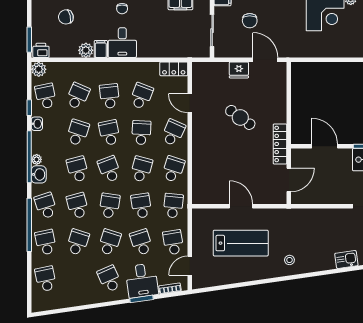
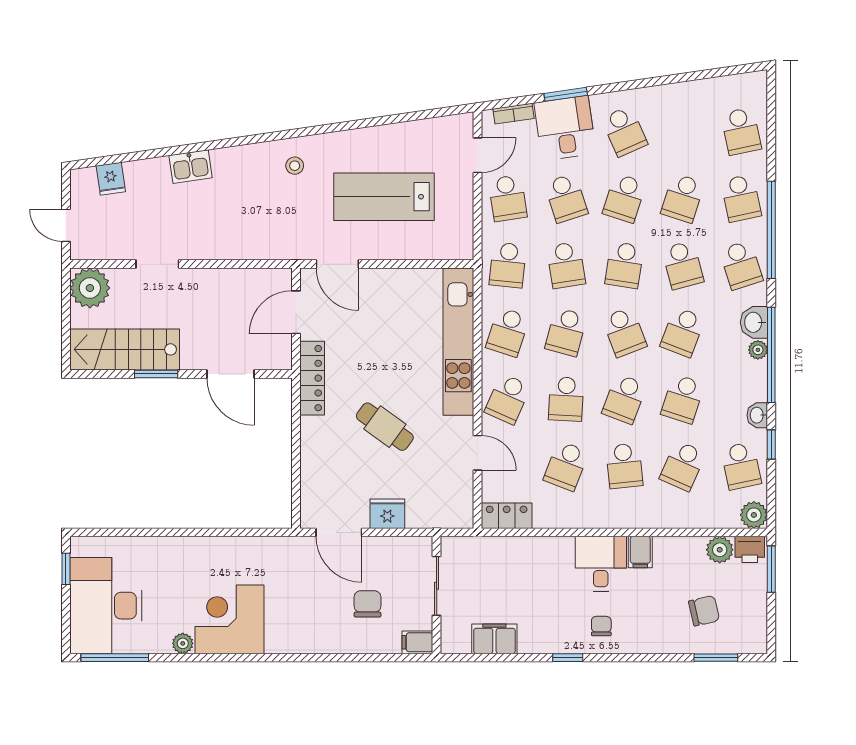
plant: (86, 50) -> (720, 550), moved
school desk: (109, 133) -> (624, 399), turned 33
kitchen unit: (200, 164) -> (458, 342), added
school desk: (78, 169) -> (683, 332), turned 36
door: (241, 206) -> (337, 264), moved

